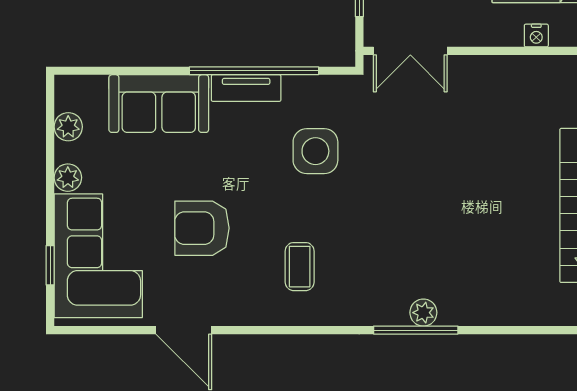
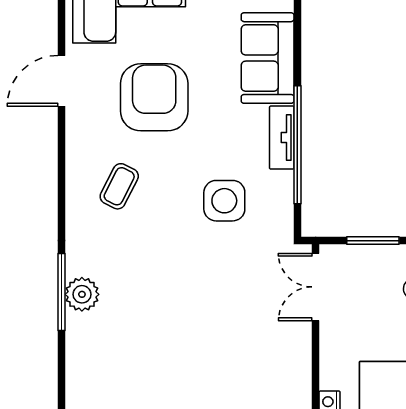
armchair: (202, 228) -> (154, 97), width x1.36, depth x1.36
coffee table: (300, 267) -> (119, 186), turned -63
plant: (423, 313) -> (82, 294), width x1.38, depth x1.38

